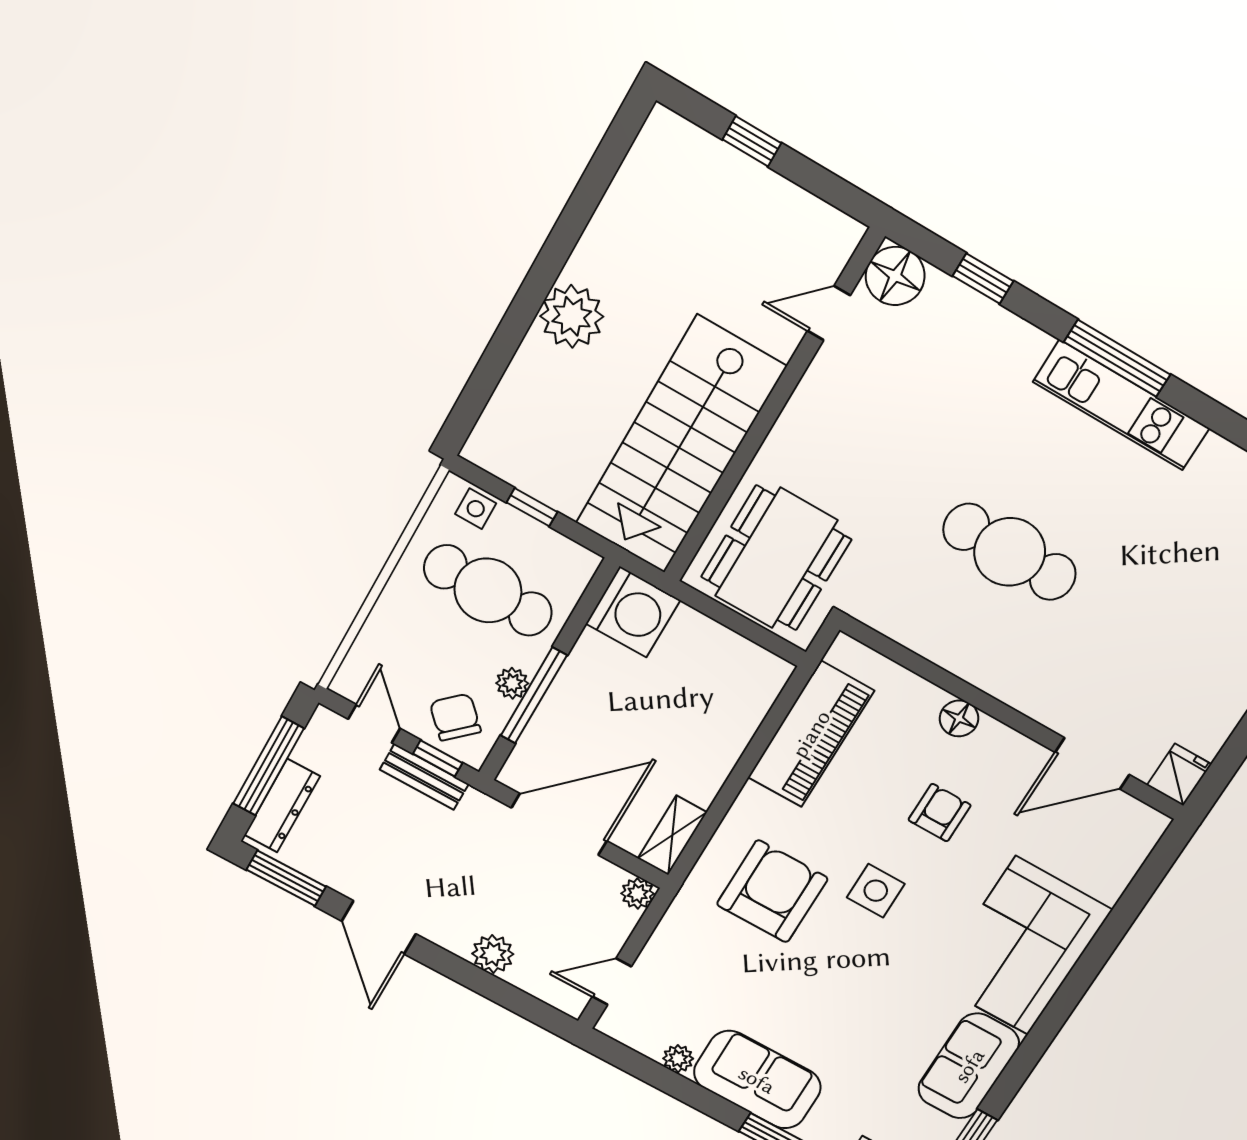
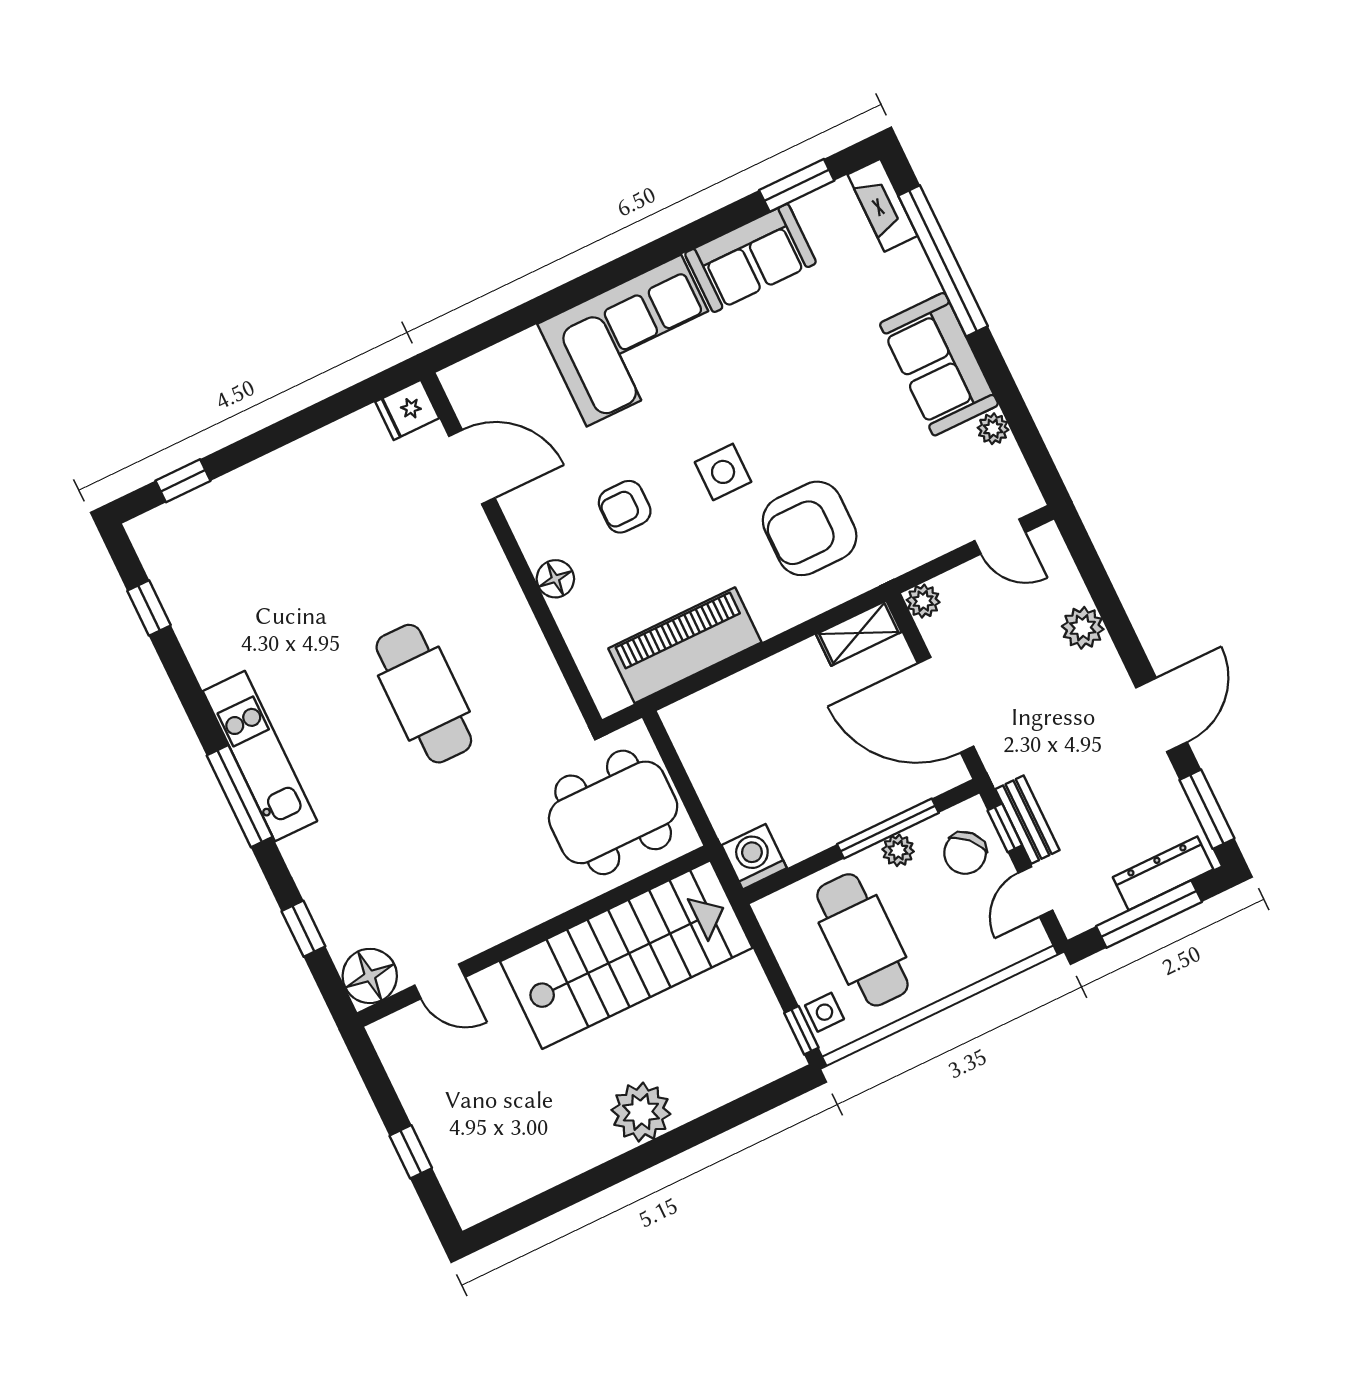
window: (532, 507) -> (801, 1030), moved
washing machine: (633, 612) -> (754, 857), width x0.73, depth x0.73

